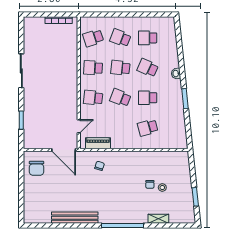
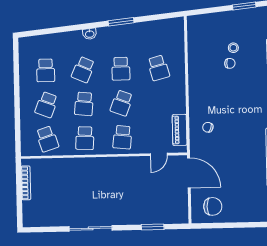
door: (79, 126) -> (159, 154), swing flipped
door: (64, 150) -> (189, 173), hinge flipped

